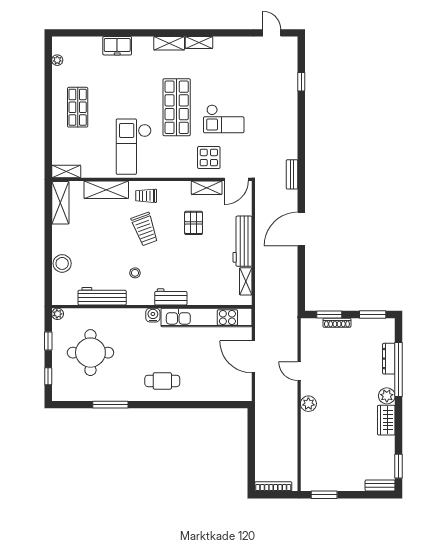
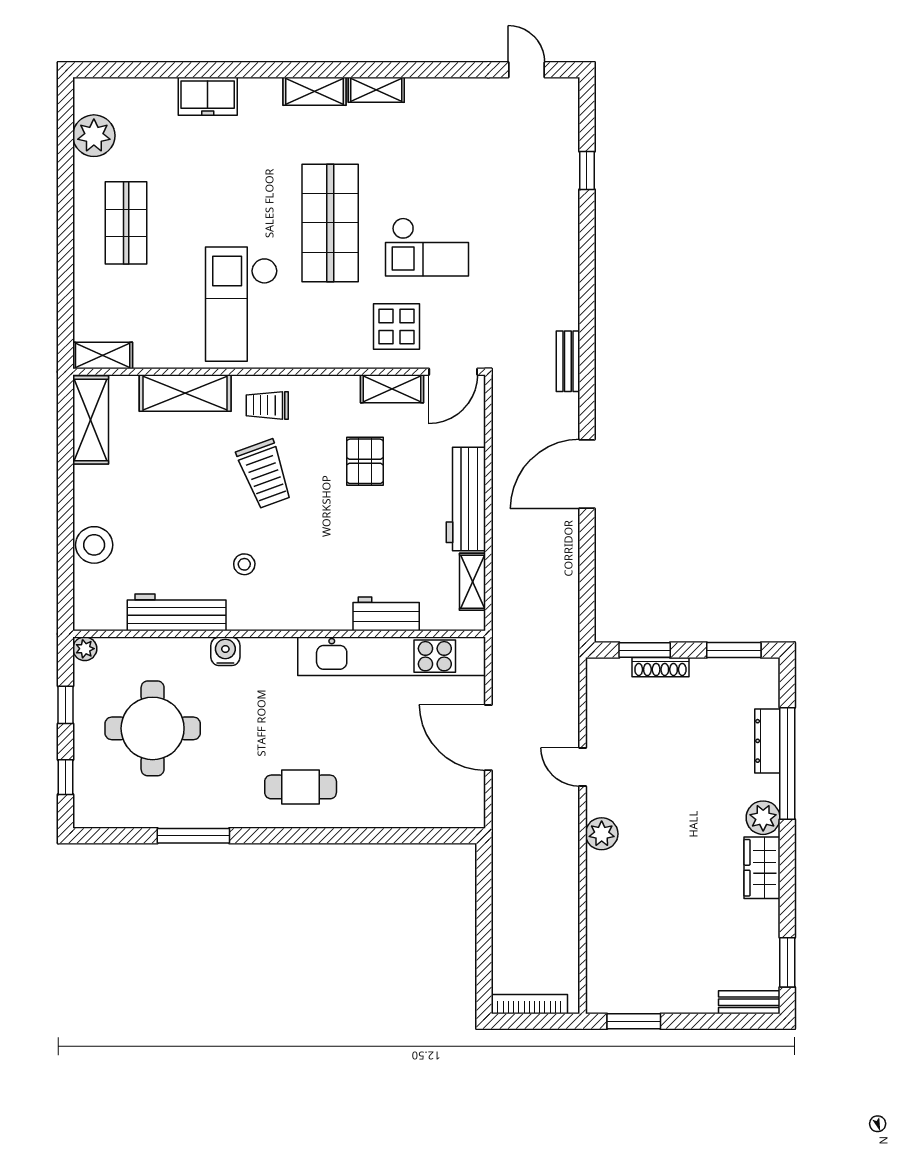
plant: (57, 60) -> (94, 136), width x1.87, depth x1.87
workbench: (171, 297) -> (386, 614), moved
water cooler: (153, 315) -> (225, 651), moved

